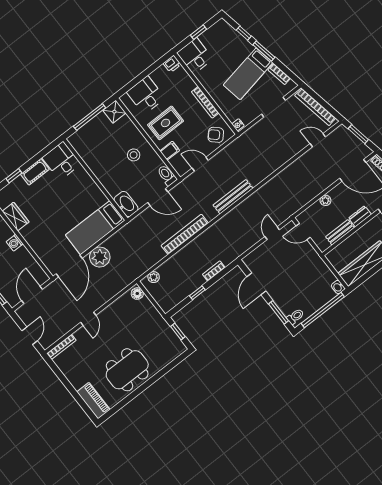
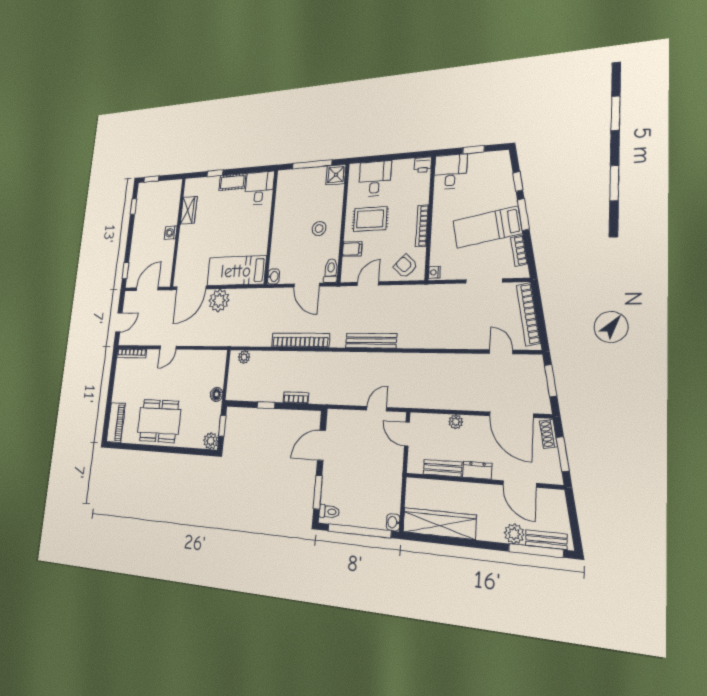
door: (200, 164) -> (368, 284), hinge flipped
washbasin: (126, 204) -> (274, 277), width x0.52, depth x0.69
floor lamp: (137, 294) -> (217, 394), moved
plant: (178, 348) -> (211, 441), added

